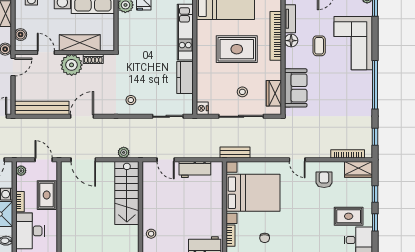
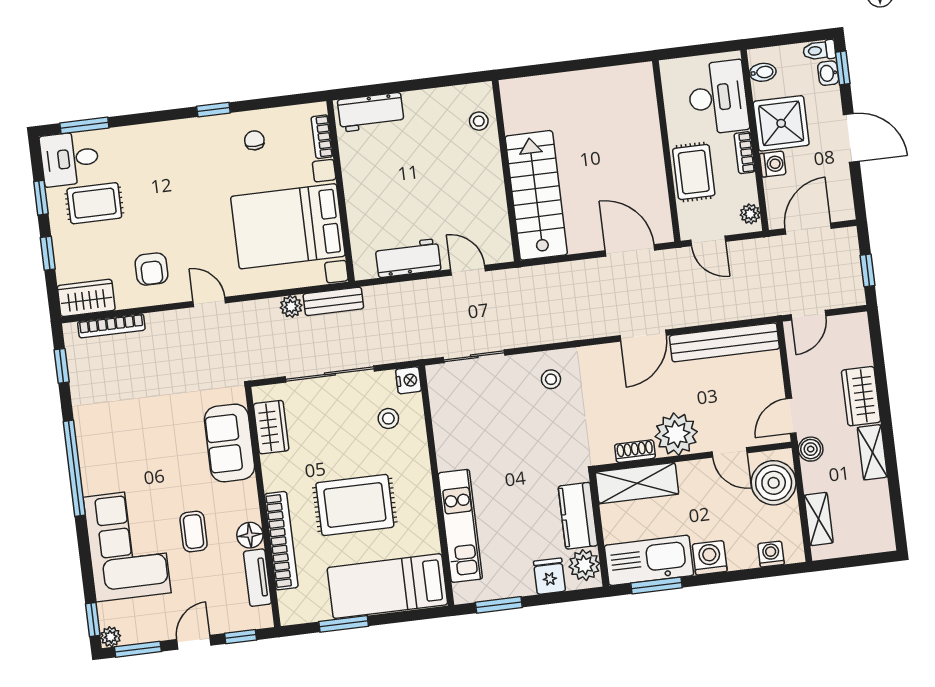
boiler: (21, 35) -> (774, 483), width x1.86, depth x1.86
shelving: (80, 43) -> (637, 483), moved
kitchen counter: (185, 77) -> (578, 516), moved, turned 180
stool: (242, 92) -> (388, 418), moved
plant: (124, 152) -> (291, 306), moved

